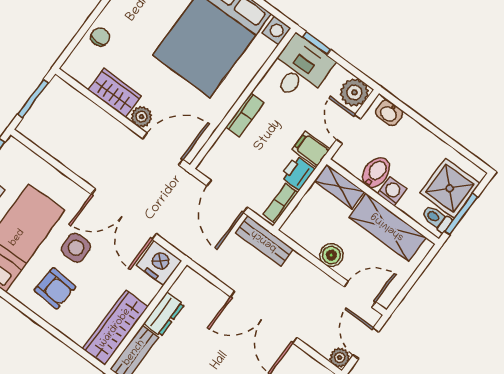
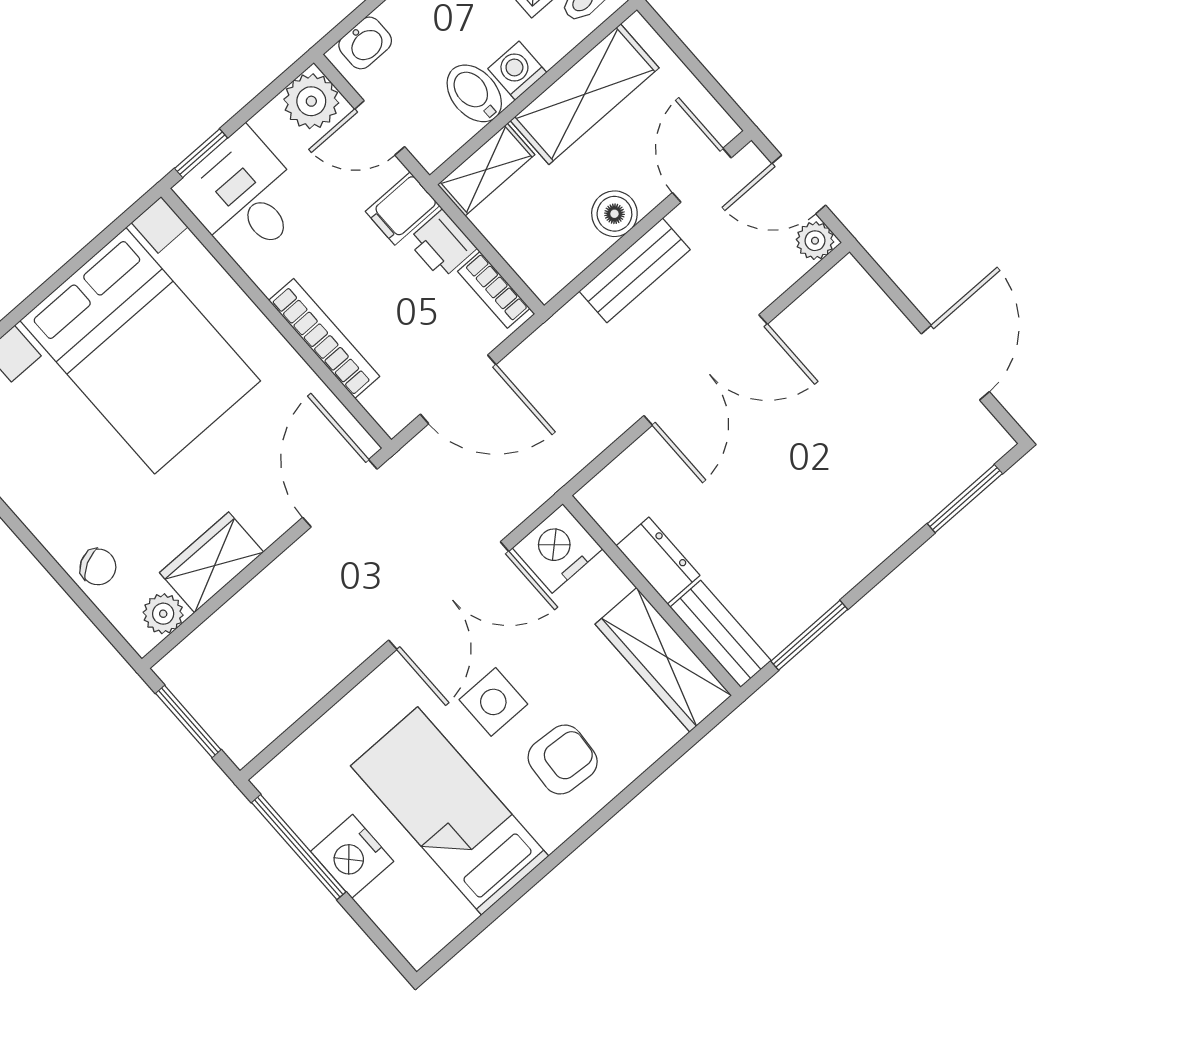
chair: (100, 37) -> (98, 567), turned 152
bookcase: (245, 115) -> (324, 338), width x1.56
plant: (141, 117) -> (163, 614), moved
bench: (264, 241) -> (635, 270), moved

